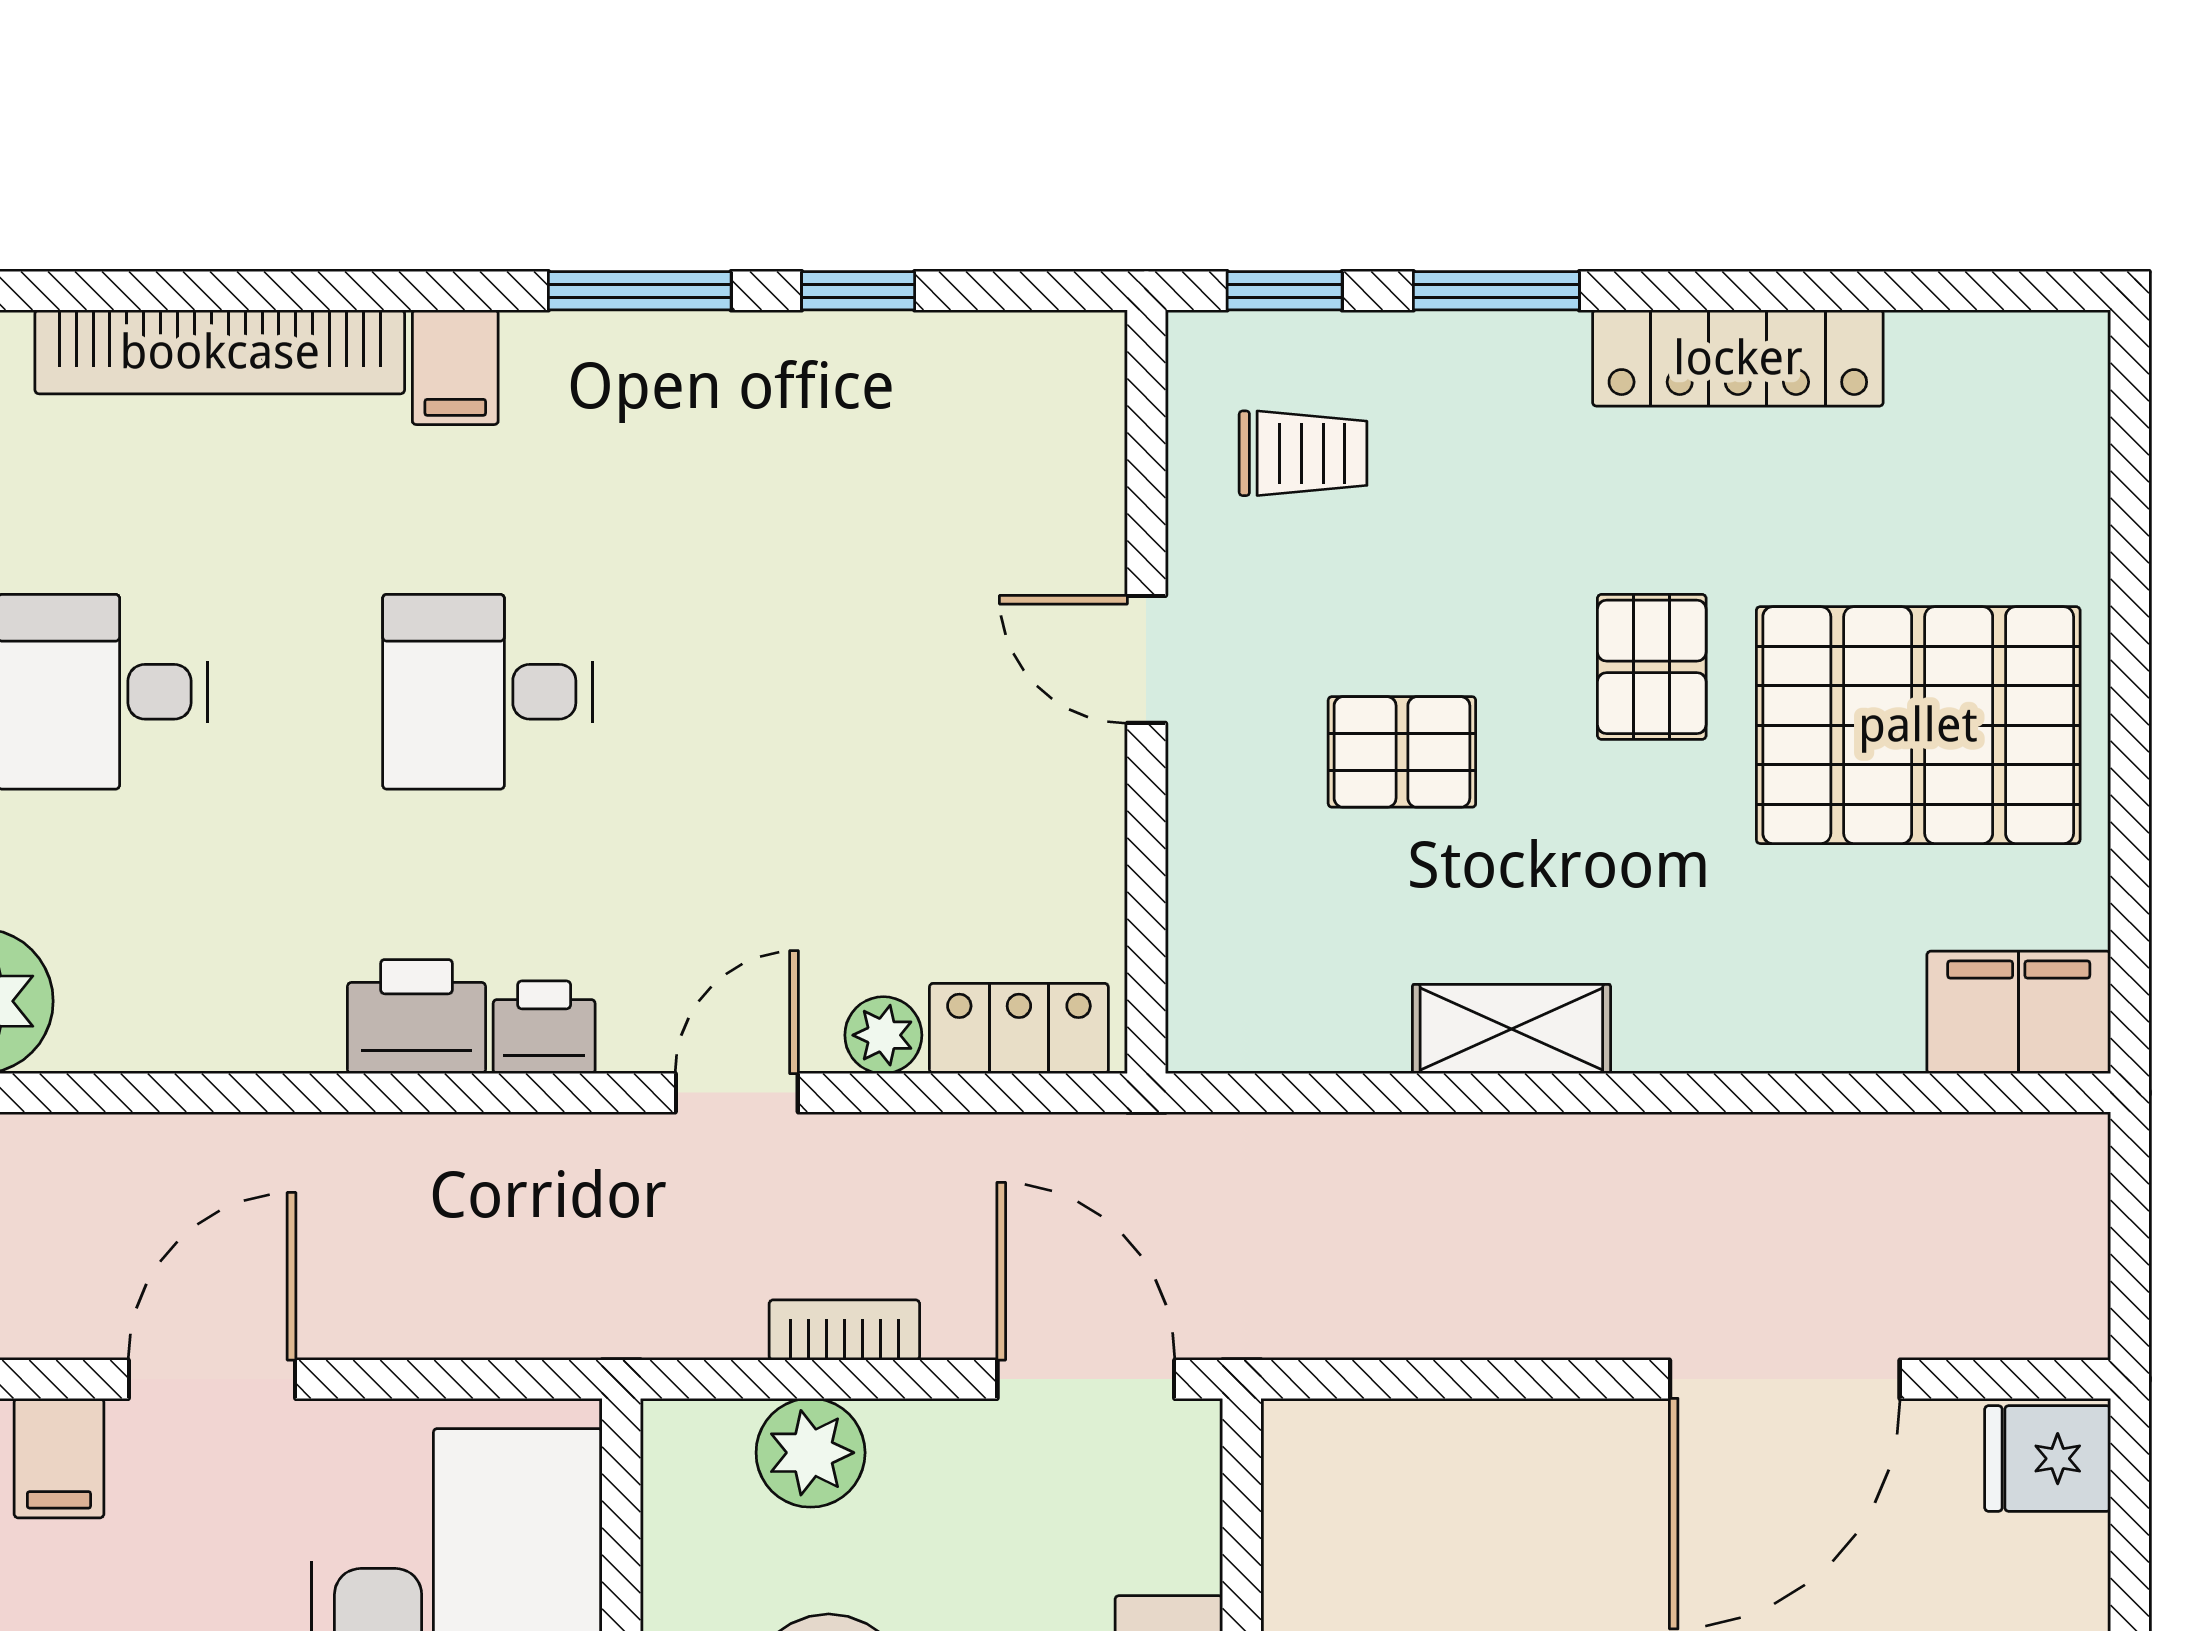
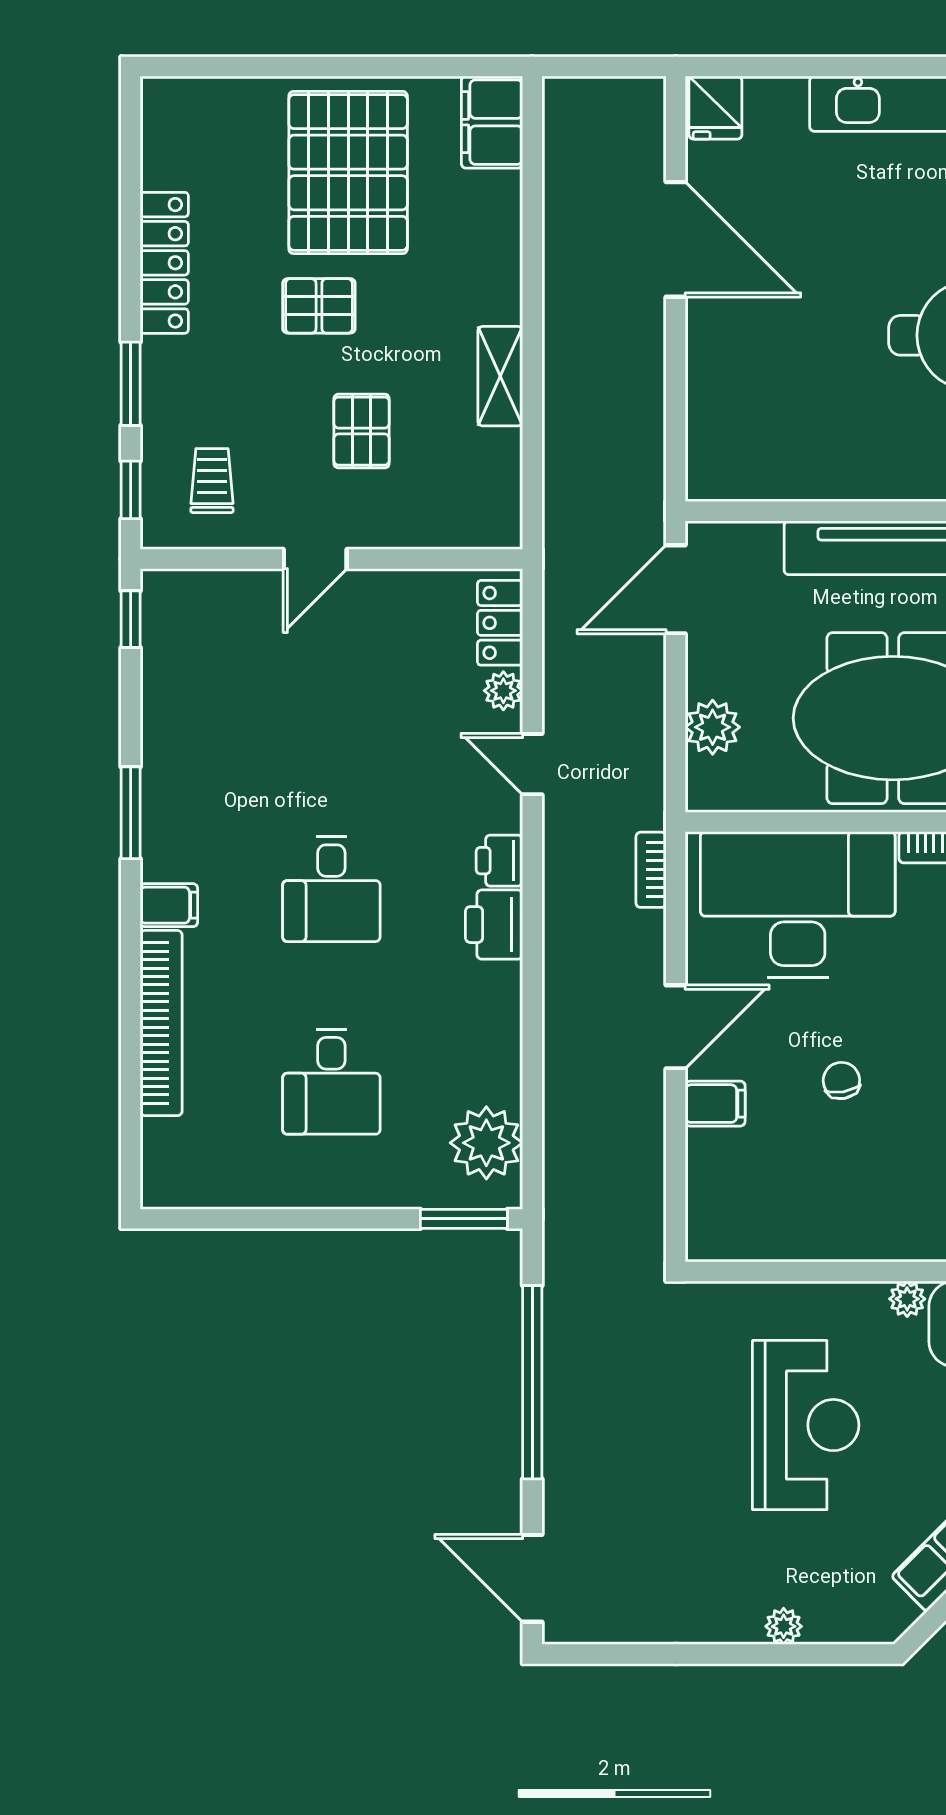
window: (858, 291) -> (131, 619), moved
bookcase: (844, 1330) -> (651, 870), moved
door: (212, 1379) -> (676, 1027), swing flipped

